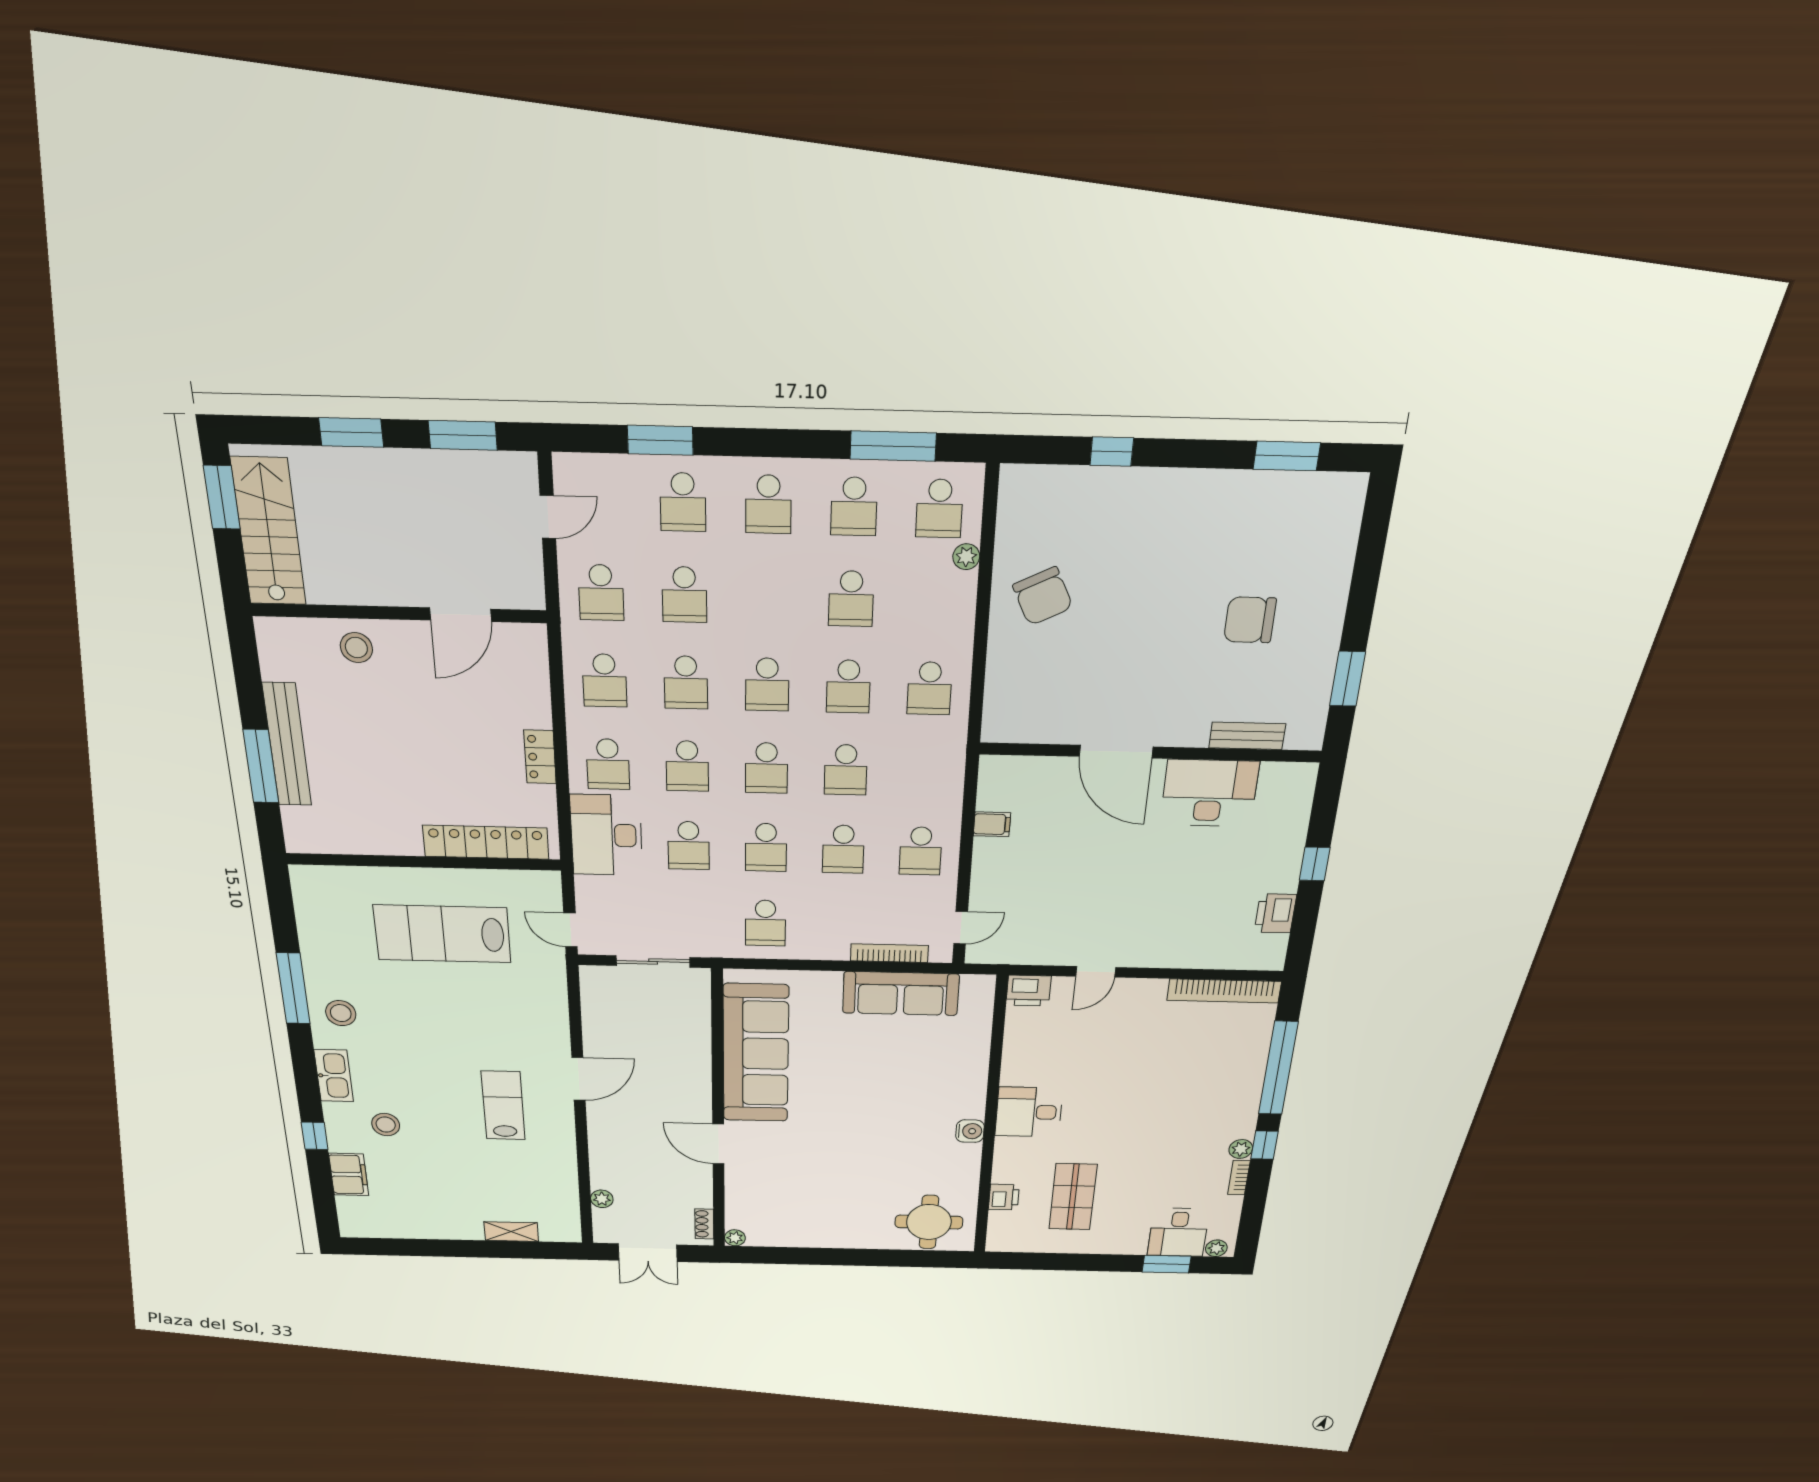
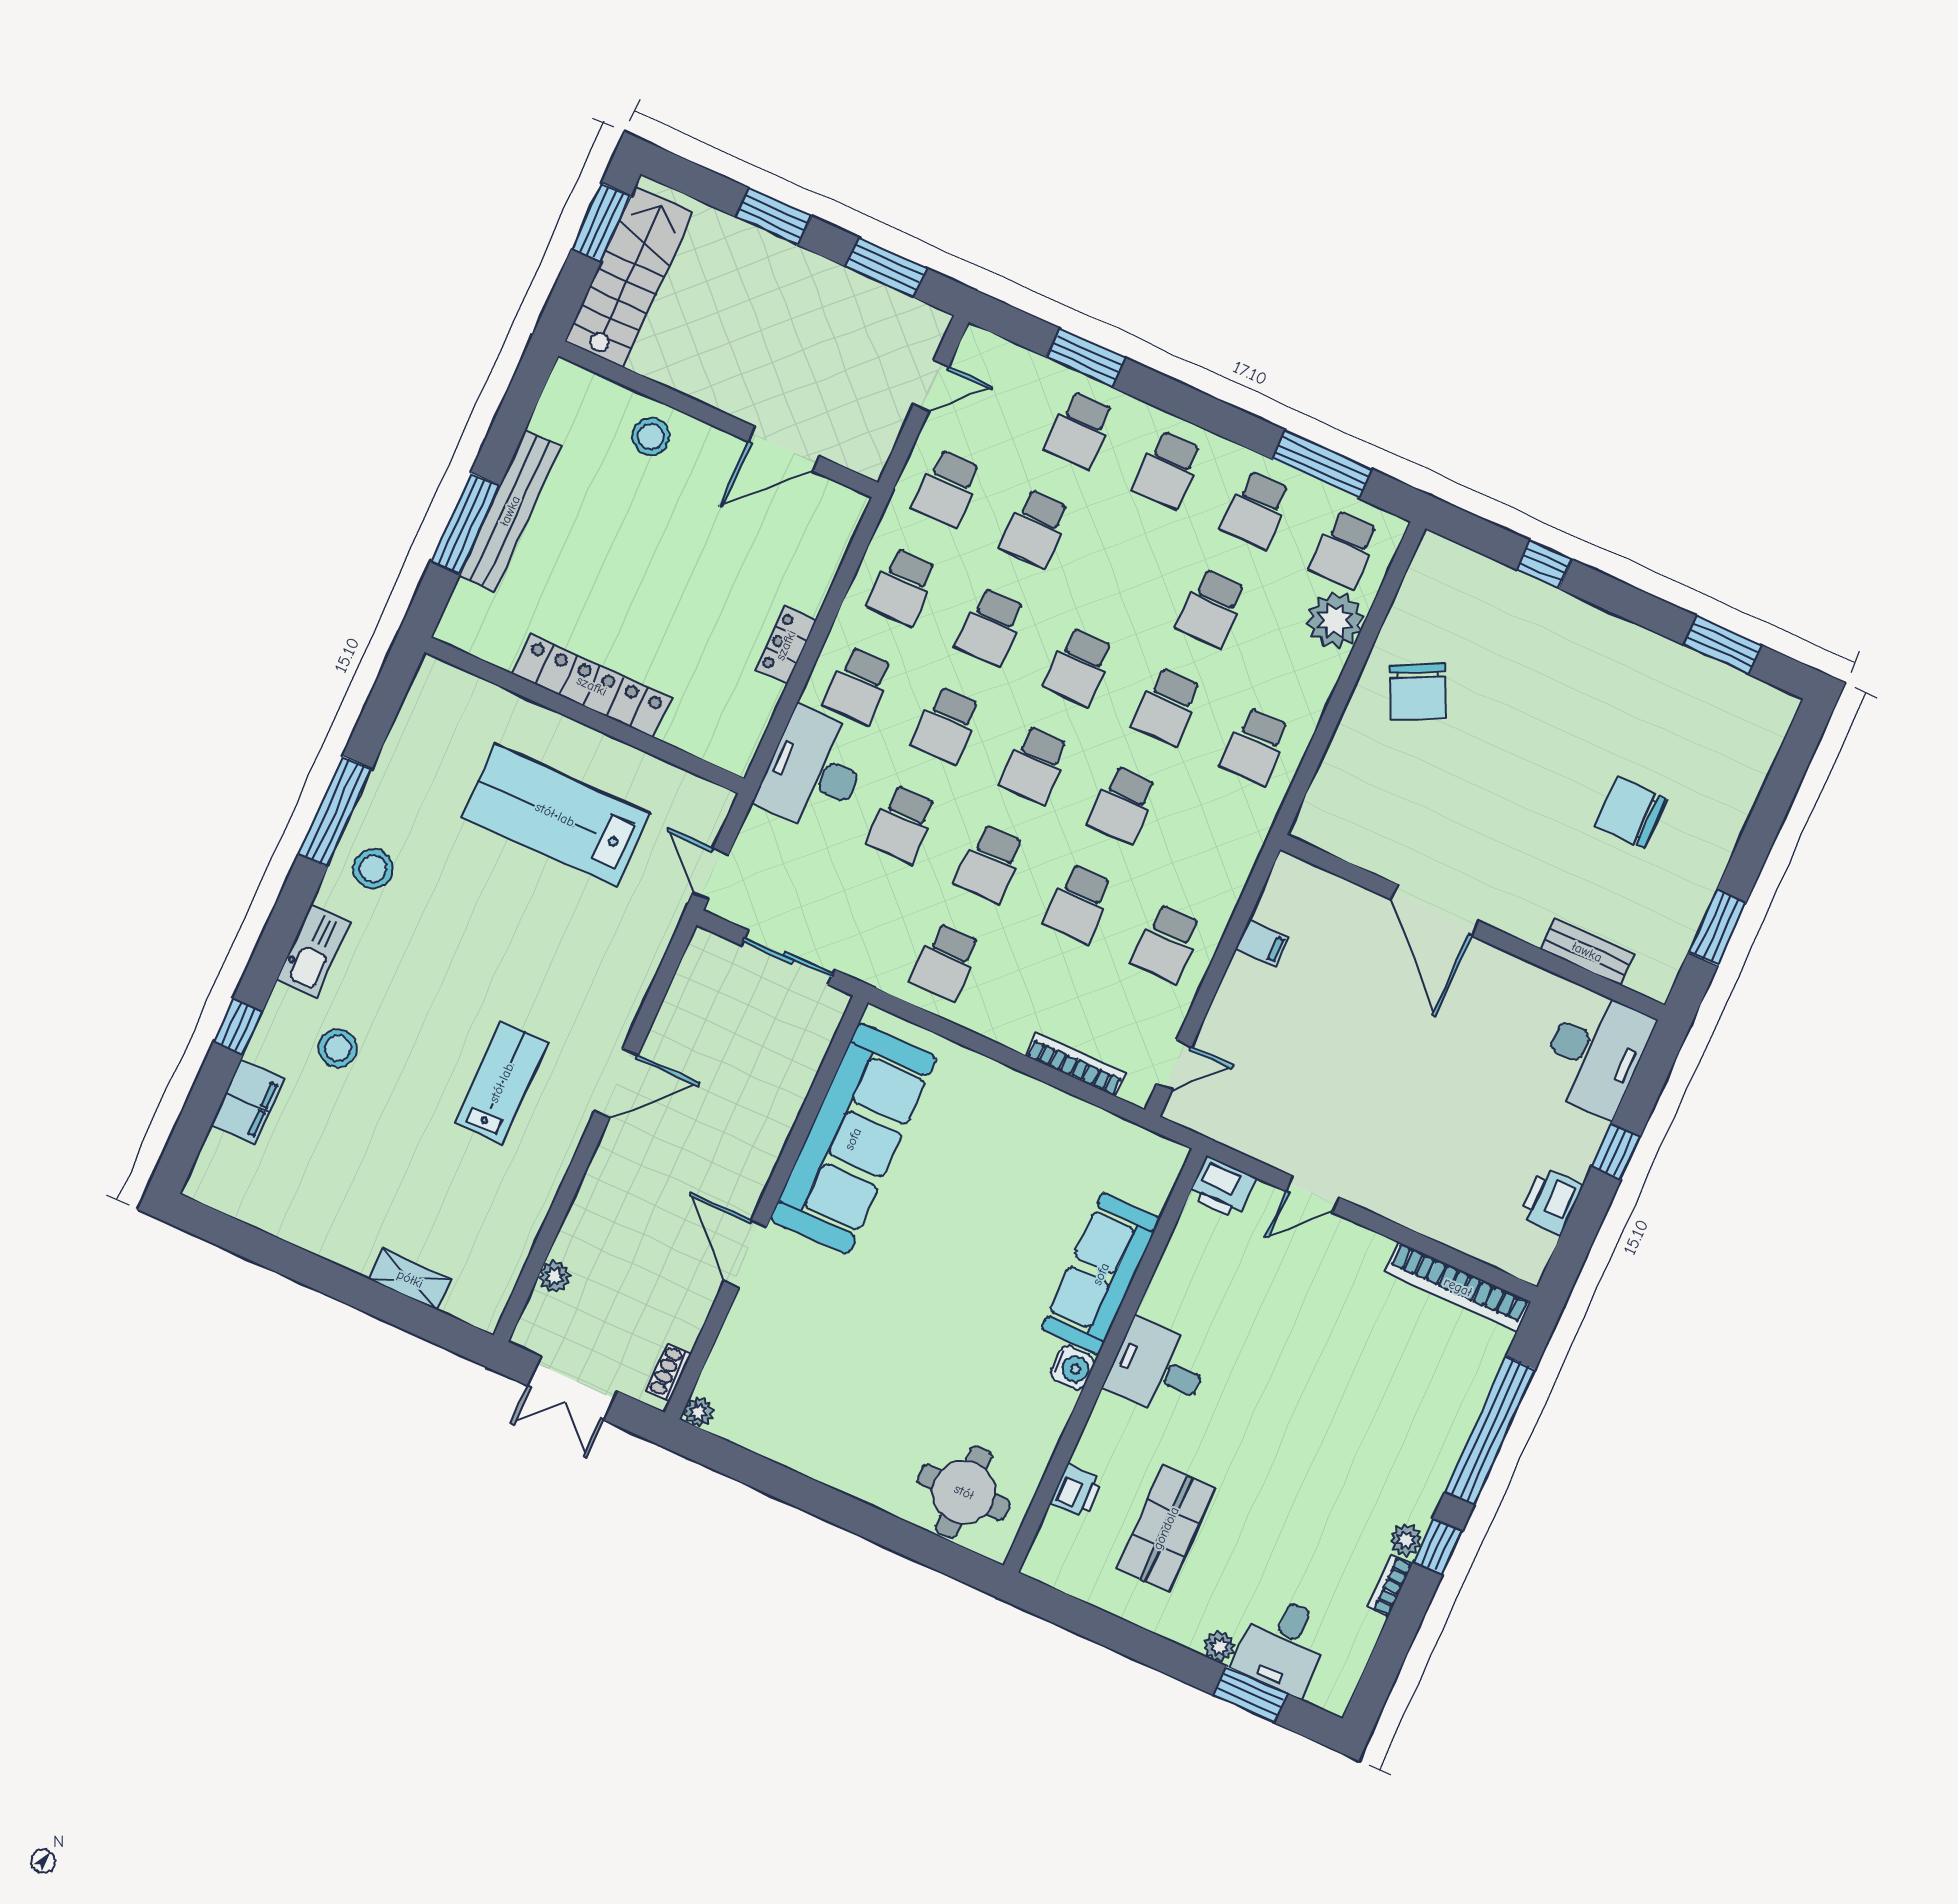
plant: (966, 557) -> (1335, 620), width x1.88, depth x1.88
desk: (1209, 793) -> (1595, 1053), moved, turned 90
locker: (486, 842) -> (592, 686), moved
sofa: (901, 994) -> (1101, 1274), moved, turned 90
plant: (1216, 1248) -> (1219, 1647), moved

